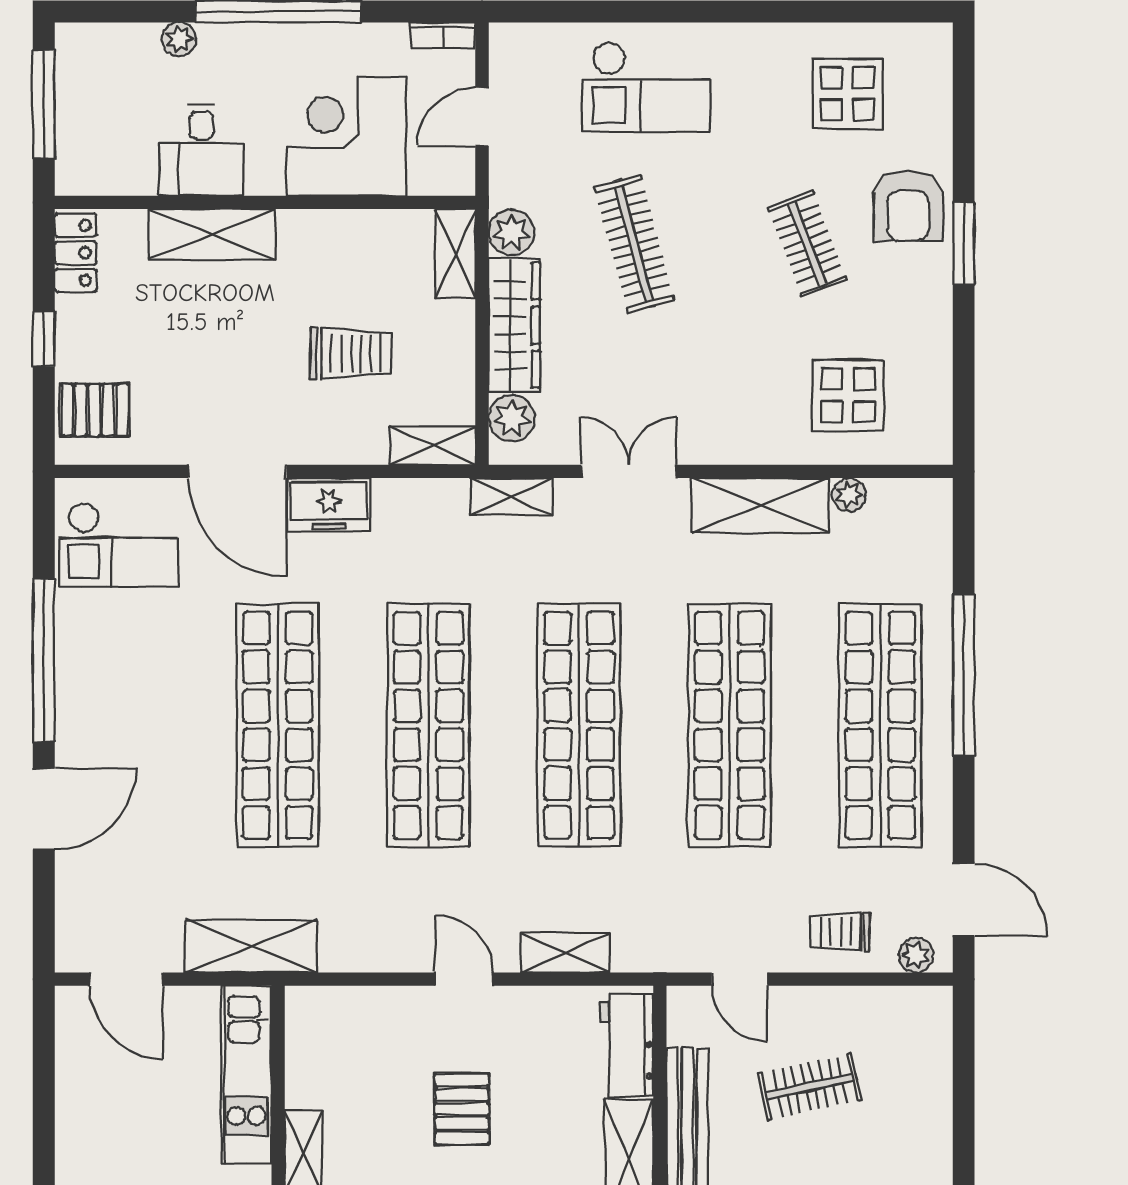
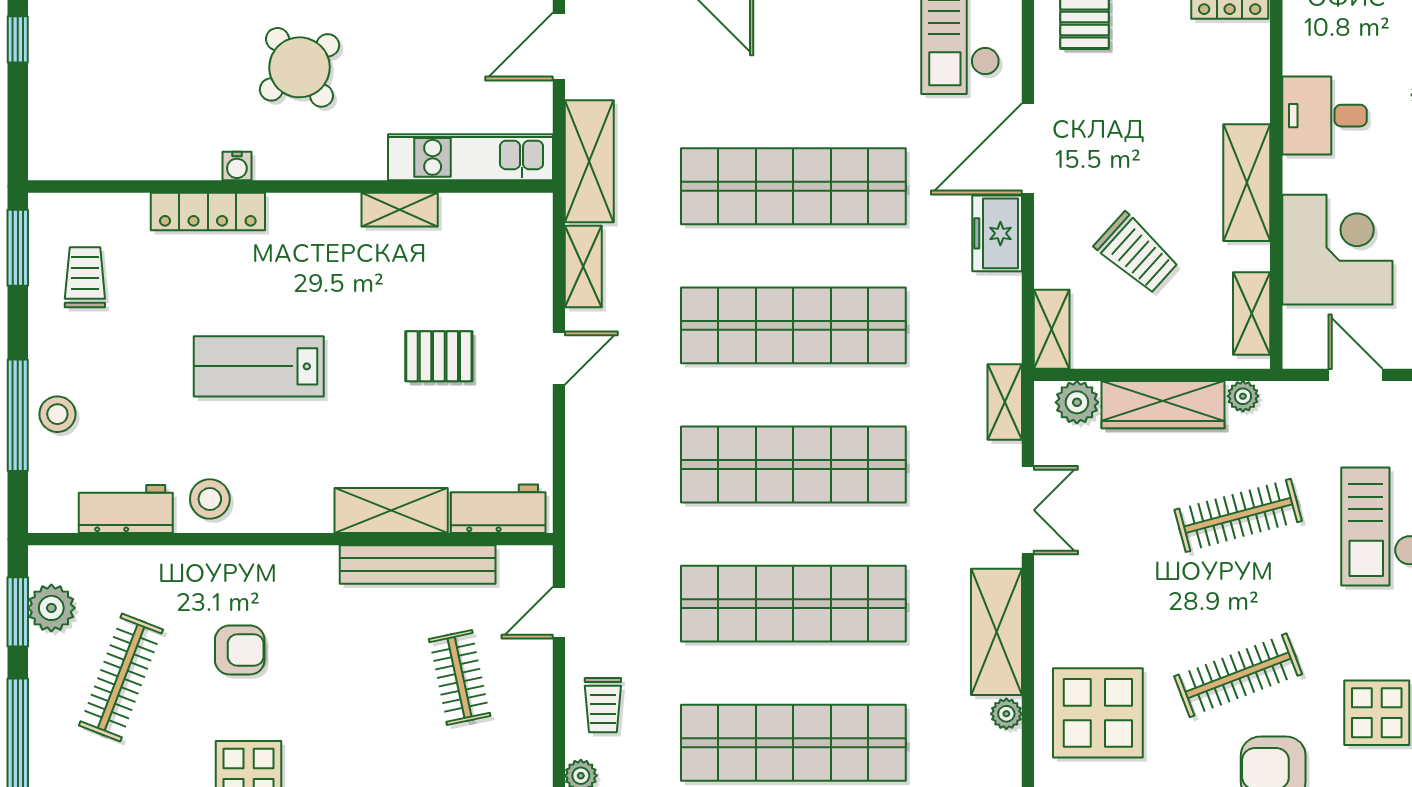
plant: (511, 232) -> (1243, 396), width x0.73, depth x0.73
shelving: (212, 234) -> (1247, 183), moved
clothes rail: (807, 244) -> (1238, 675), width x1.36
shelving: (455, 254) -> (1252, 313), moved, turned 90
trolley: (350, 354) -> (1137, 253), turned -48
display table: (848, 396) -> (1098, 713), width x1.36, depth x1.36
trolley: (840, 932) -> (603, 705), turned 180
shelving: (565, 953) -> (583, 267), moved

